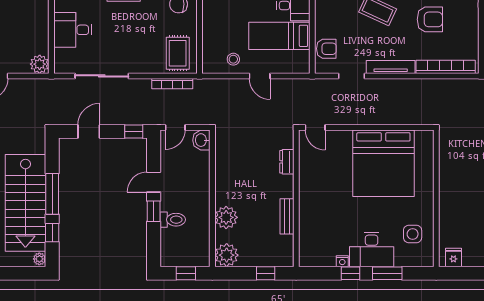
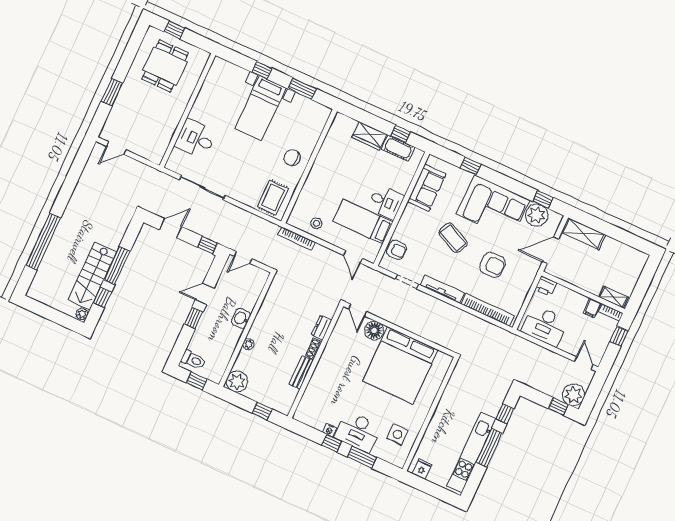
plant: (40, 64) -> (156, 154), removed
door: (260, 76) -> (353, 257), moved
bookcase: (172, 84) -> (297, 239), moved
washbasin: (201, 140) -> (241, 318), moved
floor lamp: (341, 140) -> (374, 331), added
shoe rack: (288, 186) -> (314, 348), added
stairs: (25, 203) -> (92, 276), width x0.73, depth x0.66
plant: (226, 217) -> (248, 344), width x0.53, depth x0.53
toilet: (173, 220) -> (193, 360), moved

